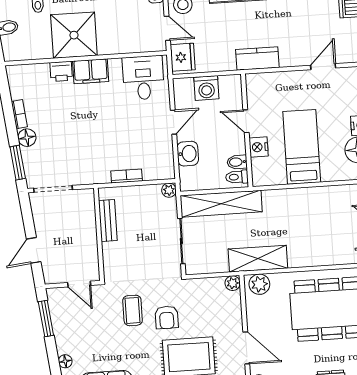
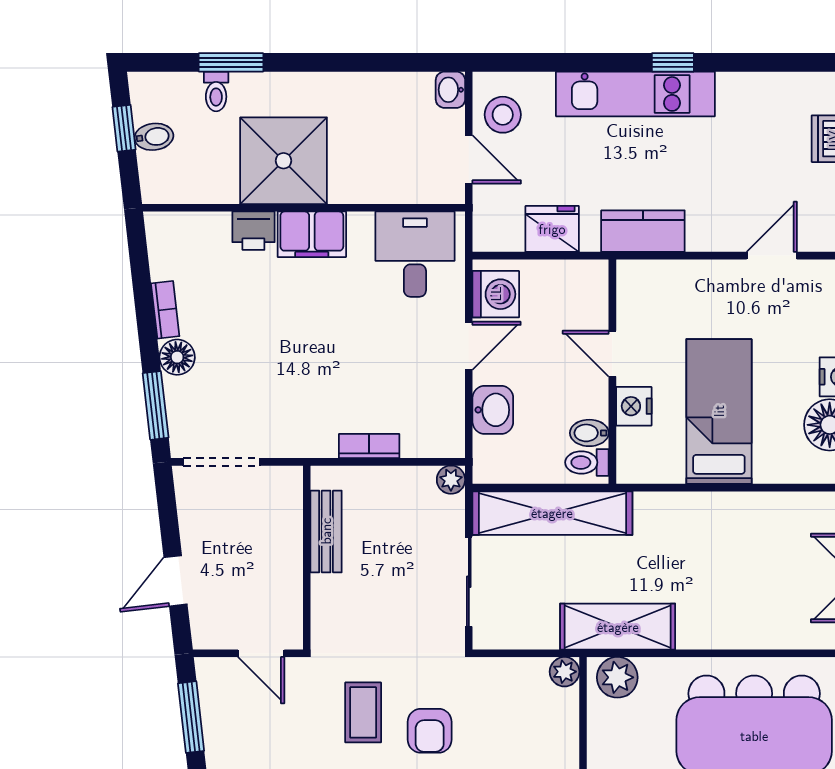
fridge: (183, 57) -> (552, 229), moved, turned -90
washing machine: (206, 88) -> (496, 294), moved, turned -90

